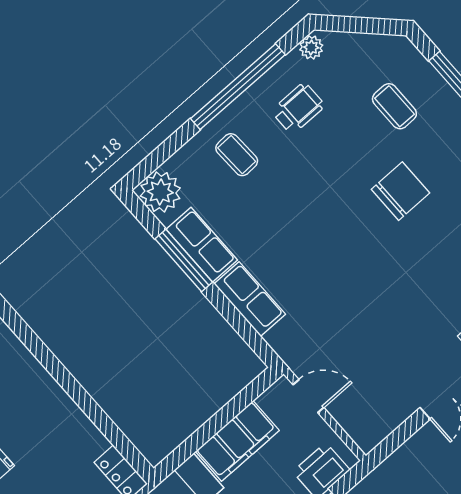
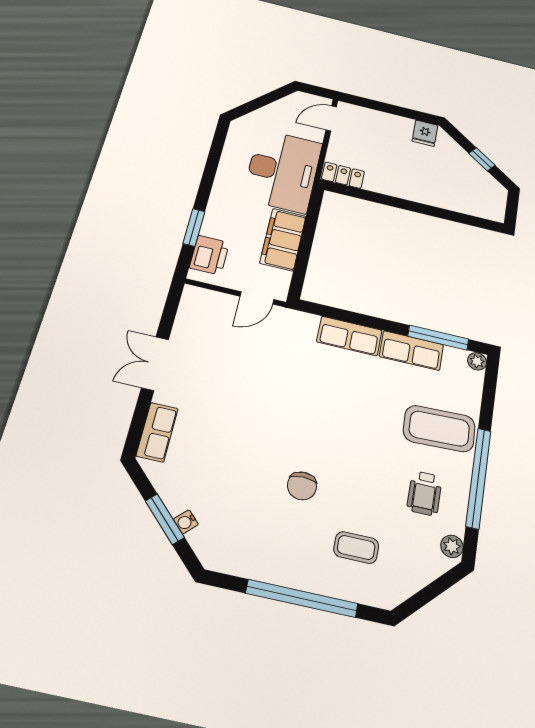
coffee table: (237, 155) -> (439, 429), width x1.86, depth x1.72
chair: (401, 191) -> (302, 486), width x0.73, depth x0.73
plant: (160, 192) -> (477, 361), width x0.53, depth x0.53
window: (184, 261) -> (438, 338), moved

